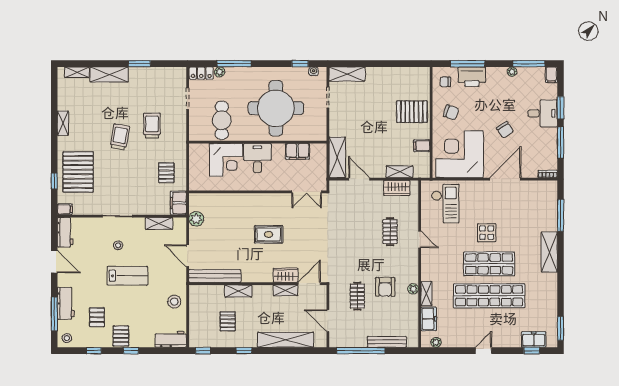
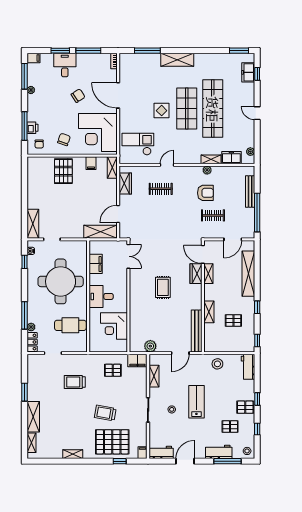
printer: (472, 77) -> (32, 128), width x0.53, depth x0.68
trolley: (120, 137) -> (105, 413), moved
corner desk: (226, 160) -> (114, 326), moved, turned 180
shelving: (399, 172) -> (112, 167), moved

